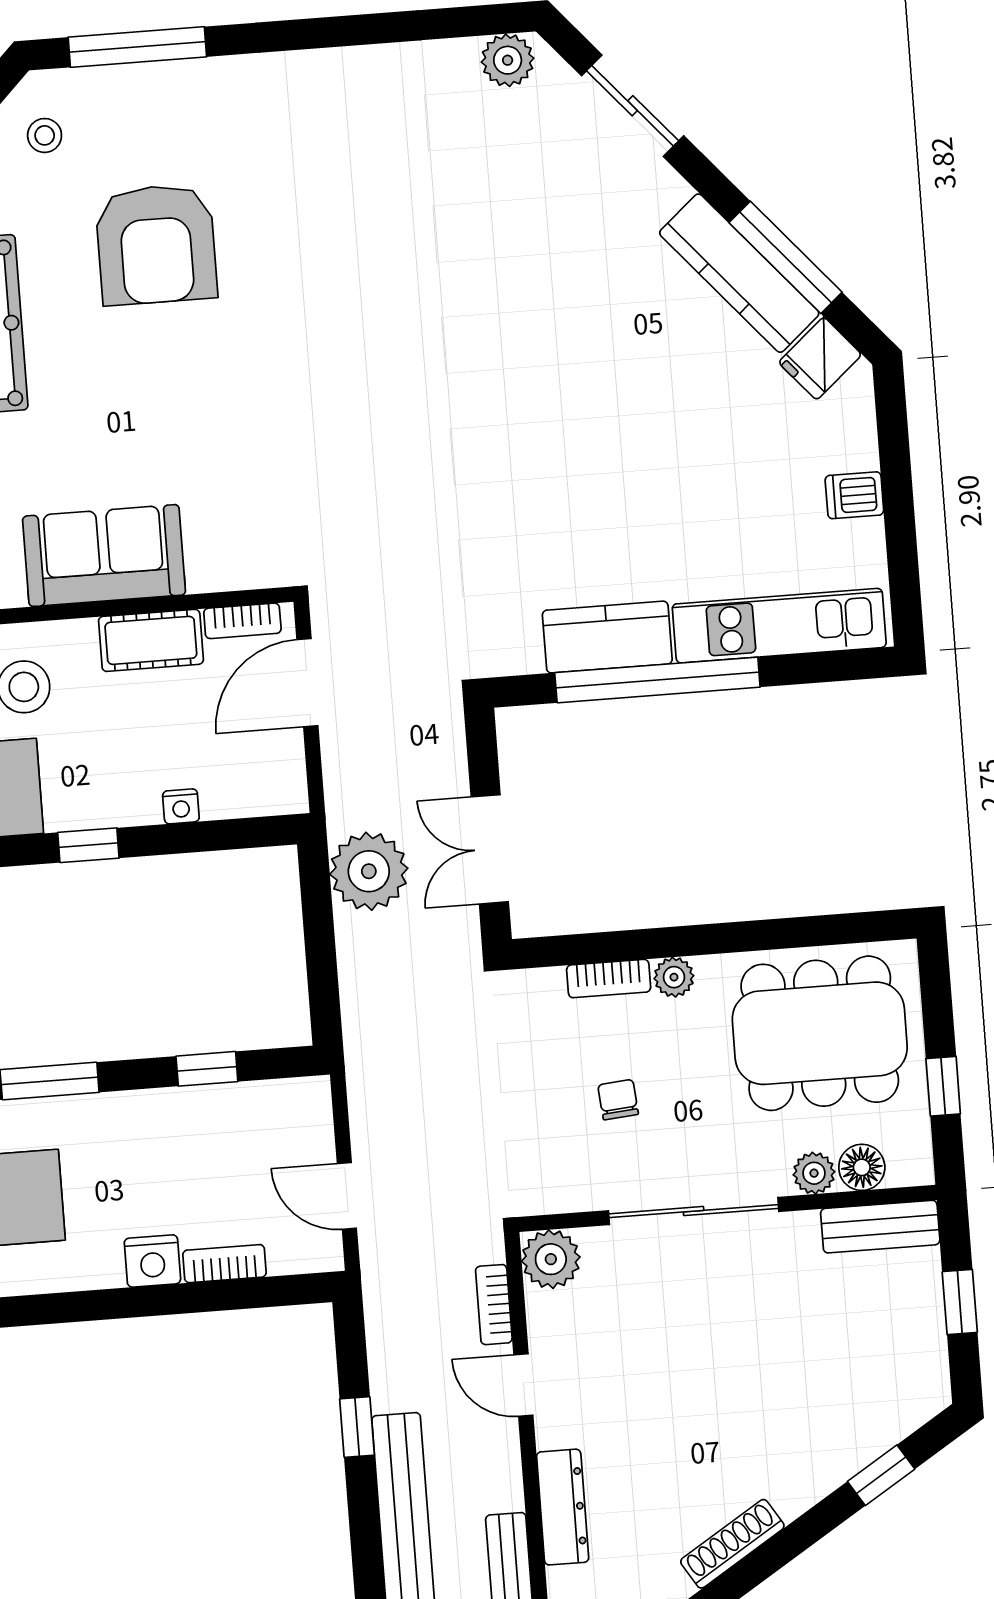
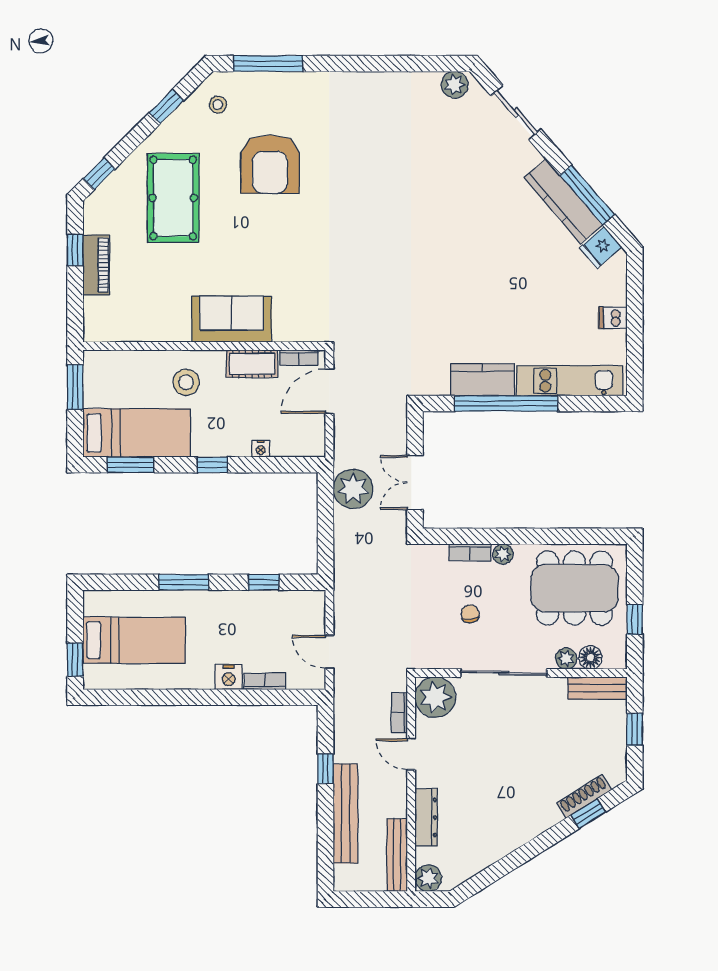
plant: (551, 1259) -> (435, 697), width x1.36, depth x1.36
shoe rack: (732, 1544) -> (584, 796), moved

